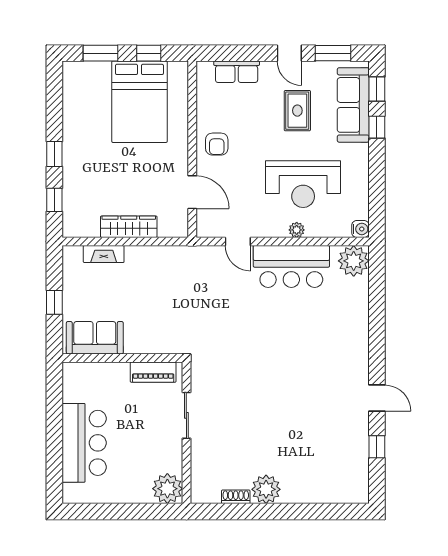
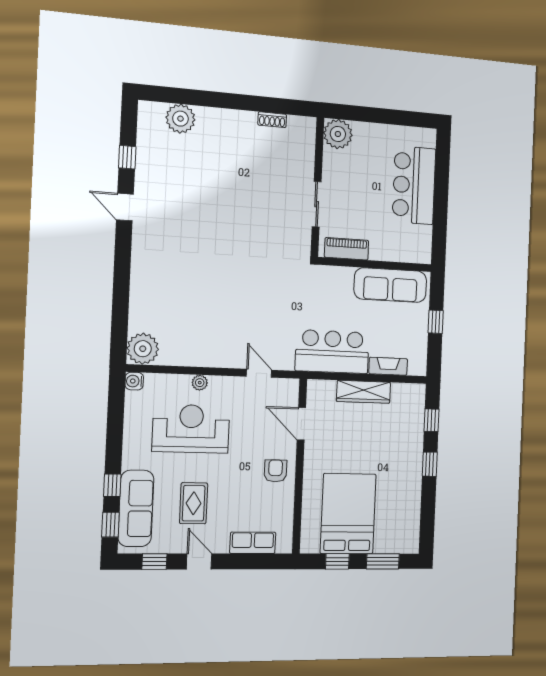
window: (333, 53) -> (154, 562), width x0.67
bar counter: (291, 266) -> (332, 352), moved
sofa: (95, 338) -> (390, 285), width x1.36
plant: (266, 489) -> (180, 119), moved

